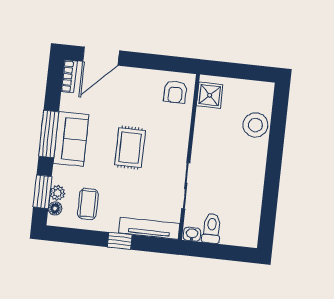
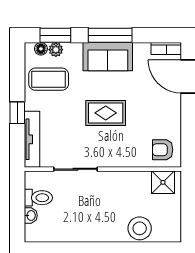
coffee table: (88, 204) -> (49, 79), width x1.36, depth x1.30
washbasin: (192, 234) -> (31, 216), moved

